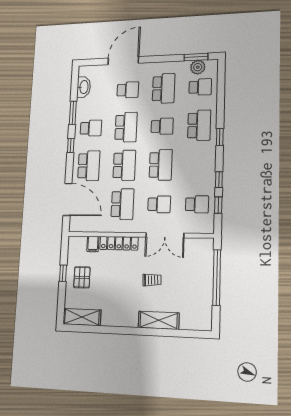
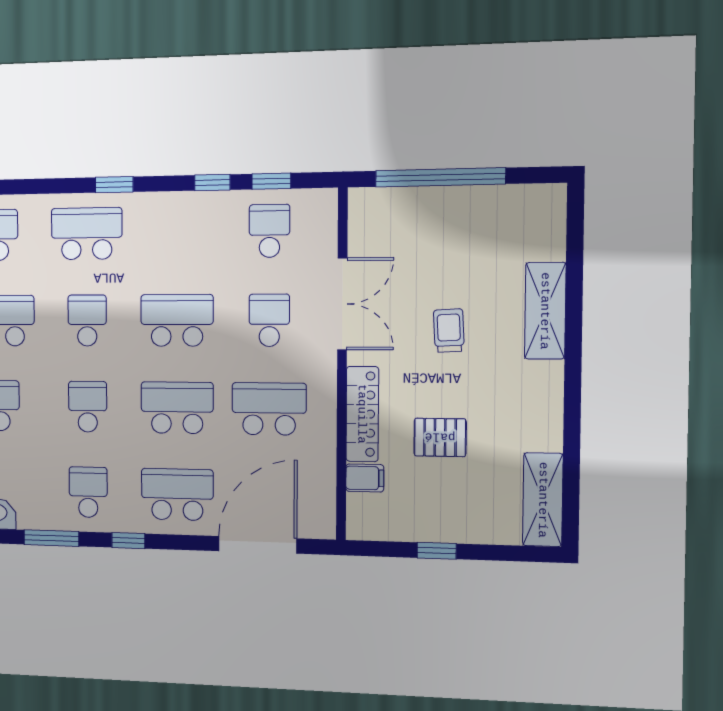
school desk: (126, 127) -> (88, 407), width x0.54
pallet: (82, 277) -> (440, 437), moved

